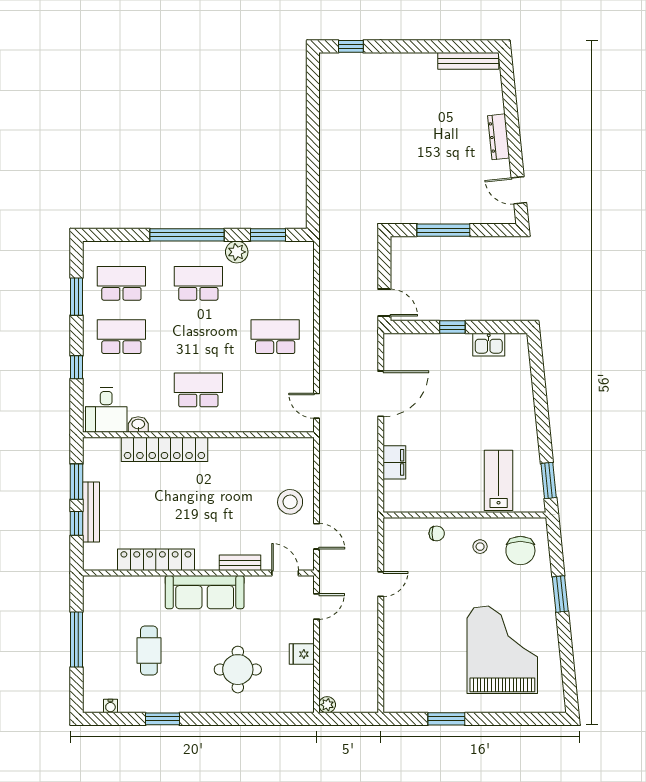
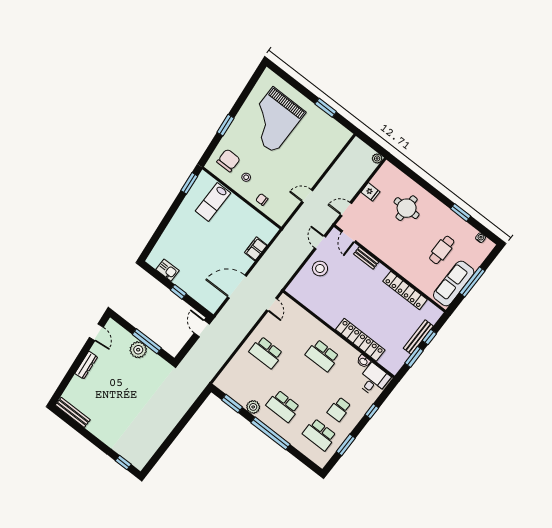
plant: (446, 210) -> (138, 350), added
school desk: (121, 337) -> (339, 409), width x0.54
sofa: (205, 592) -> (454, 283), moved, turned -90

